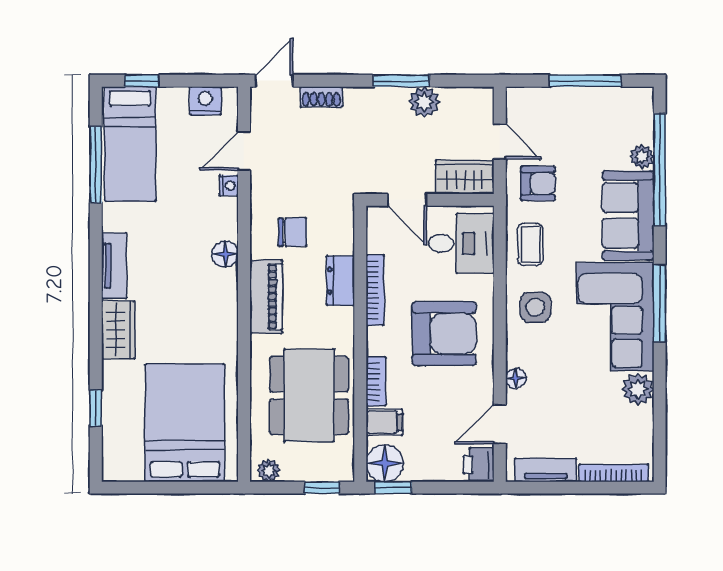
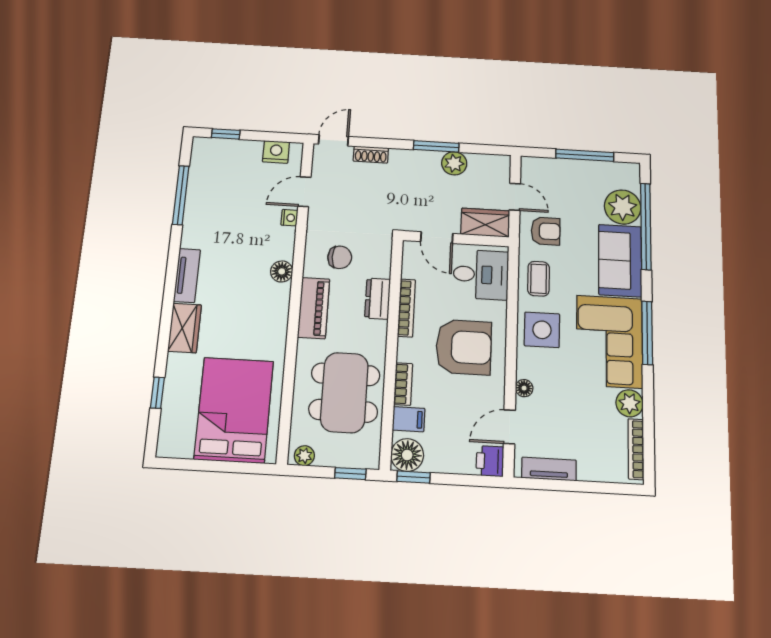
bed: (130, 144) -> (211, 181), removed
plant: (642, 157) -> (623, 207), width x1.87, depth x1.87
side table: (535, 307) -> (542, 330), width x1.37, depth x1.37
bookcase: (614, 473) -> (636, 449), moved, turned -90

